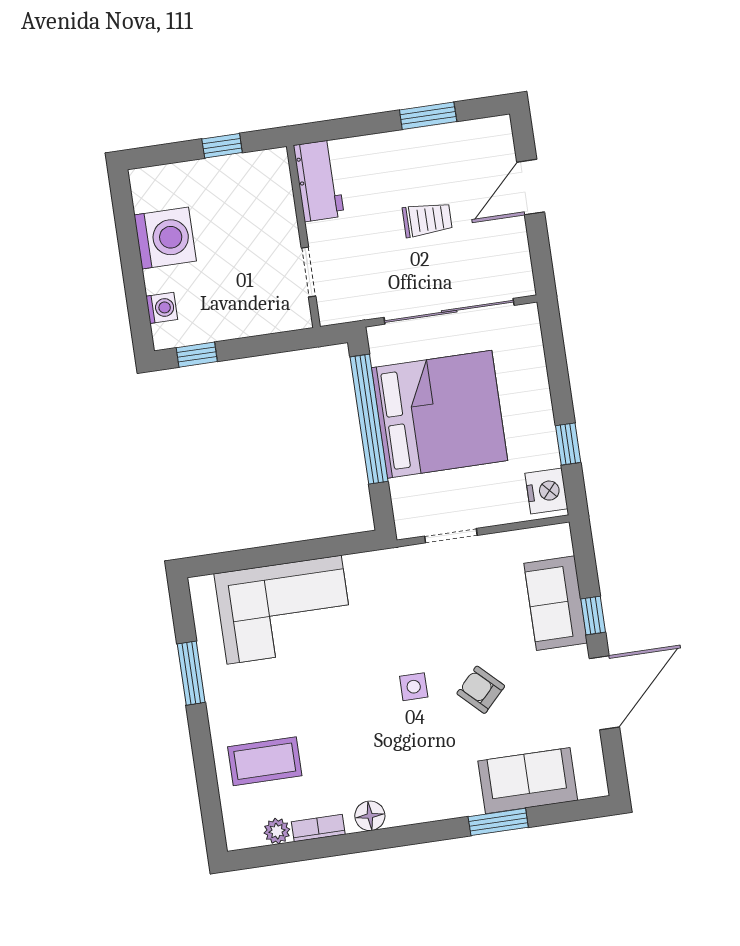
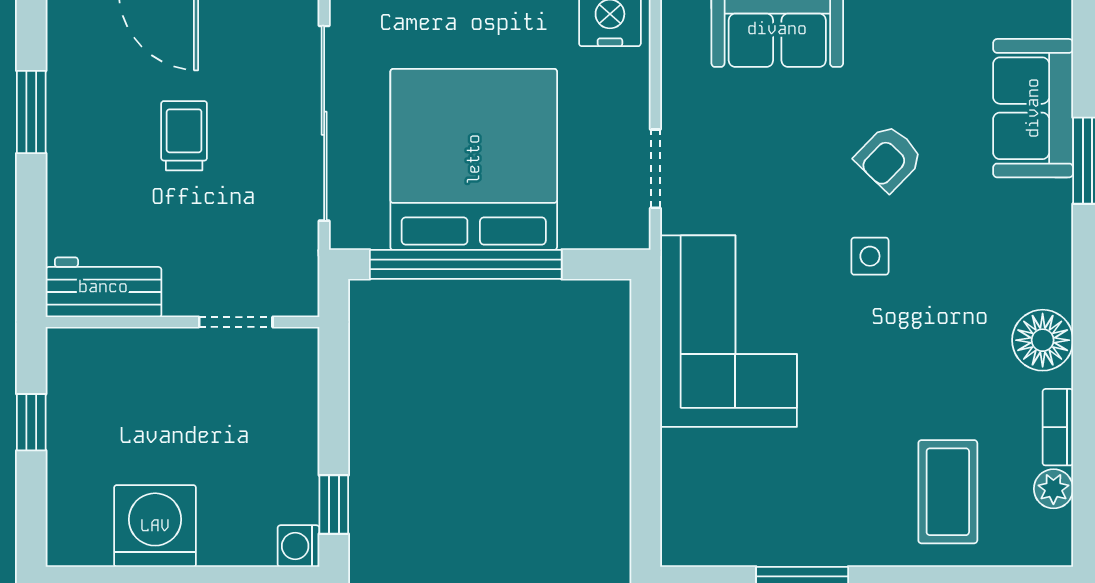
washing machine: (162, 308) -> (298, 546), moved, turned -90
corner sofa: (284, 610) -> (729, 331), moved
floor lamp: (370, 816) -> (1043, 340), width x1.38, depth x1.38

